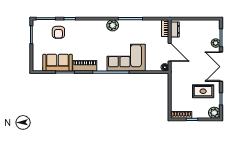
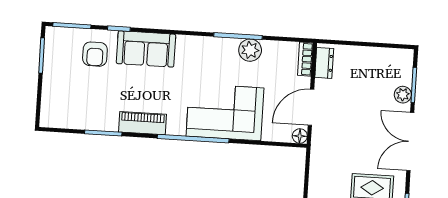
plant: (113, 25) -> (250, 50), moved
door: (170, 52) -> (311, 107), swing flipped
sofa: (58, 63) -> (146, 49), moved, turned 180

